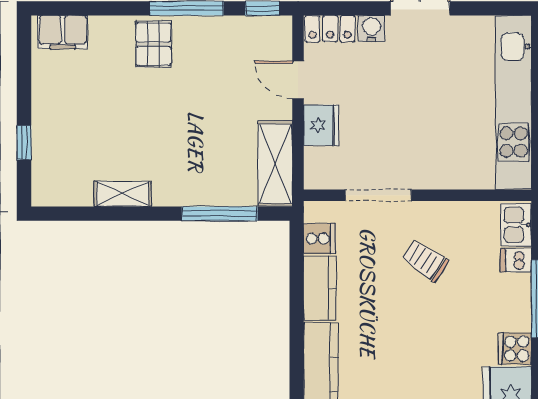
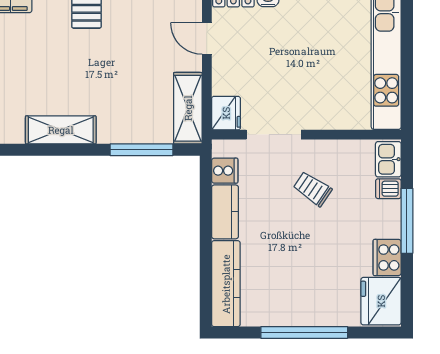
fridge: (321, 125) -> (226, 113), moved
shelving: (123, 194) -> (61, 130), width x1.50, depth x1.33
cooker: (515, 349) -> (387, 257), width x1.36

